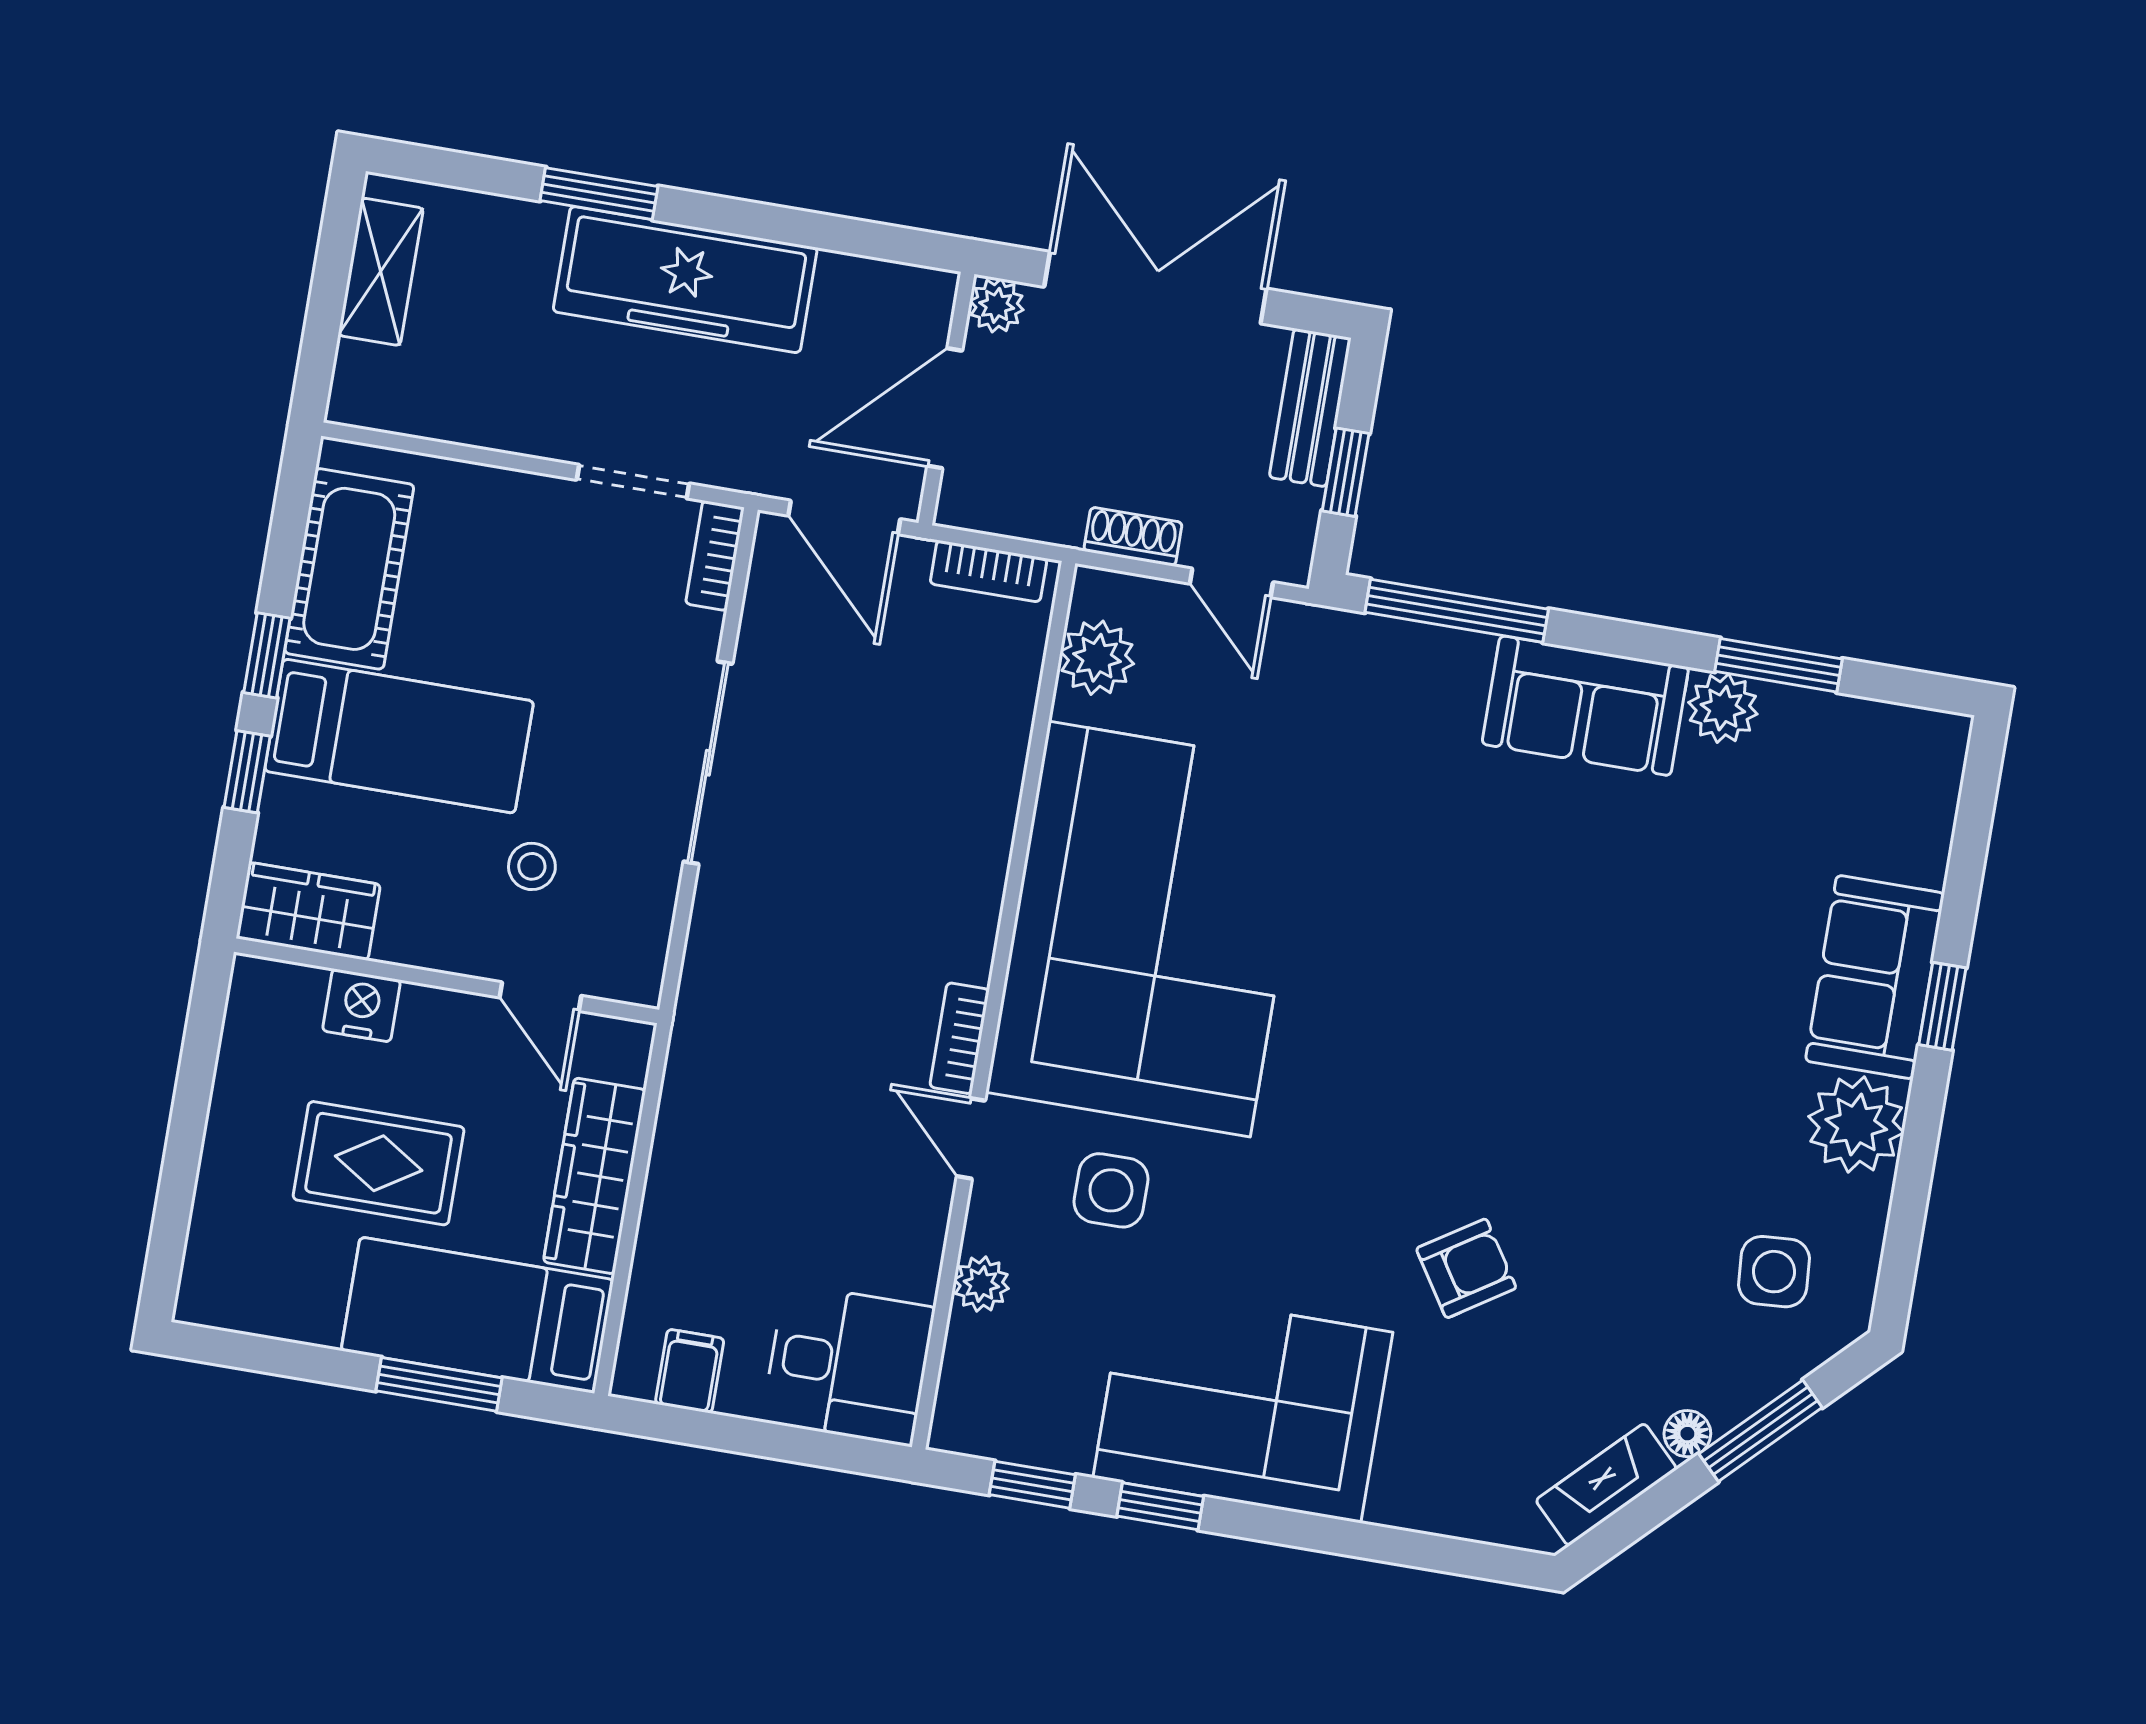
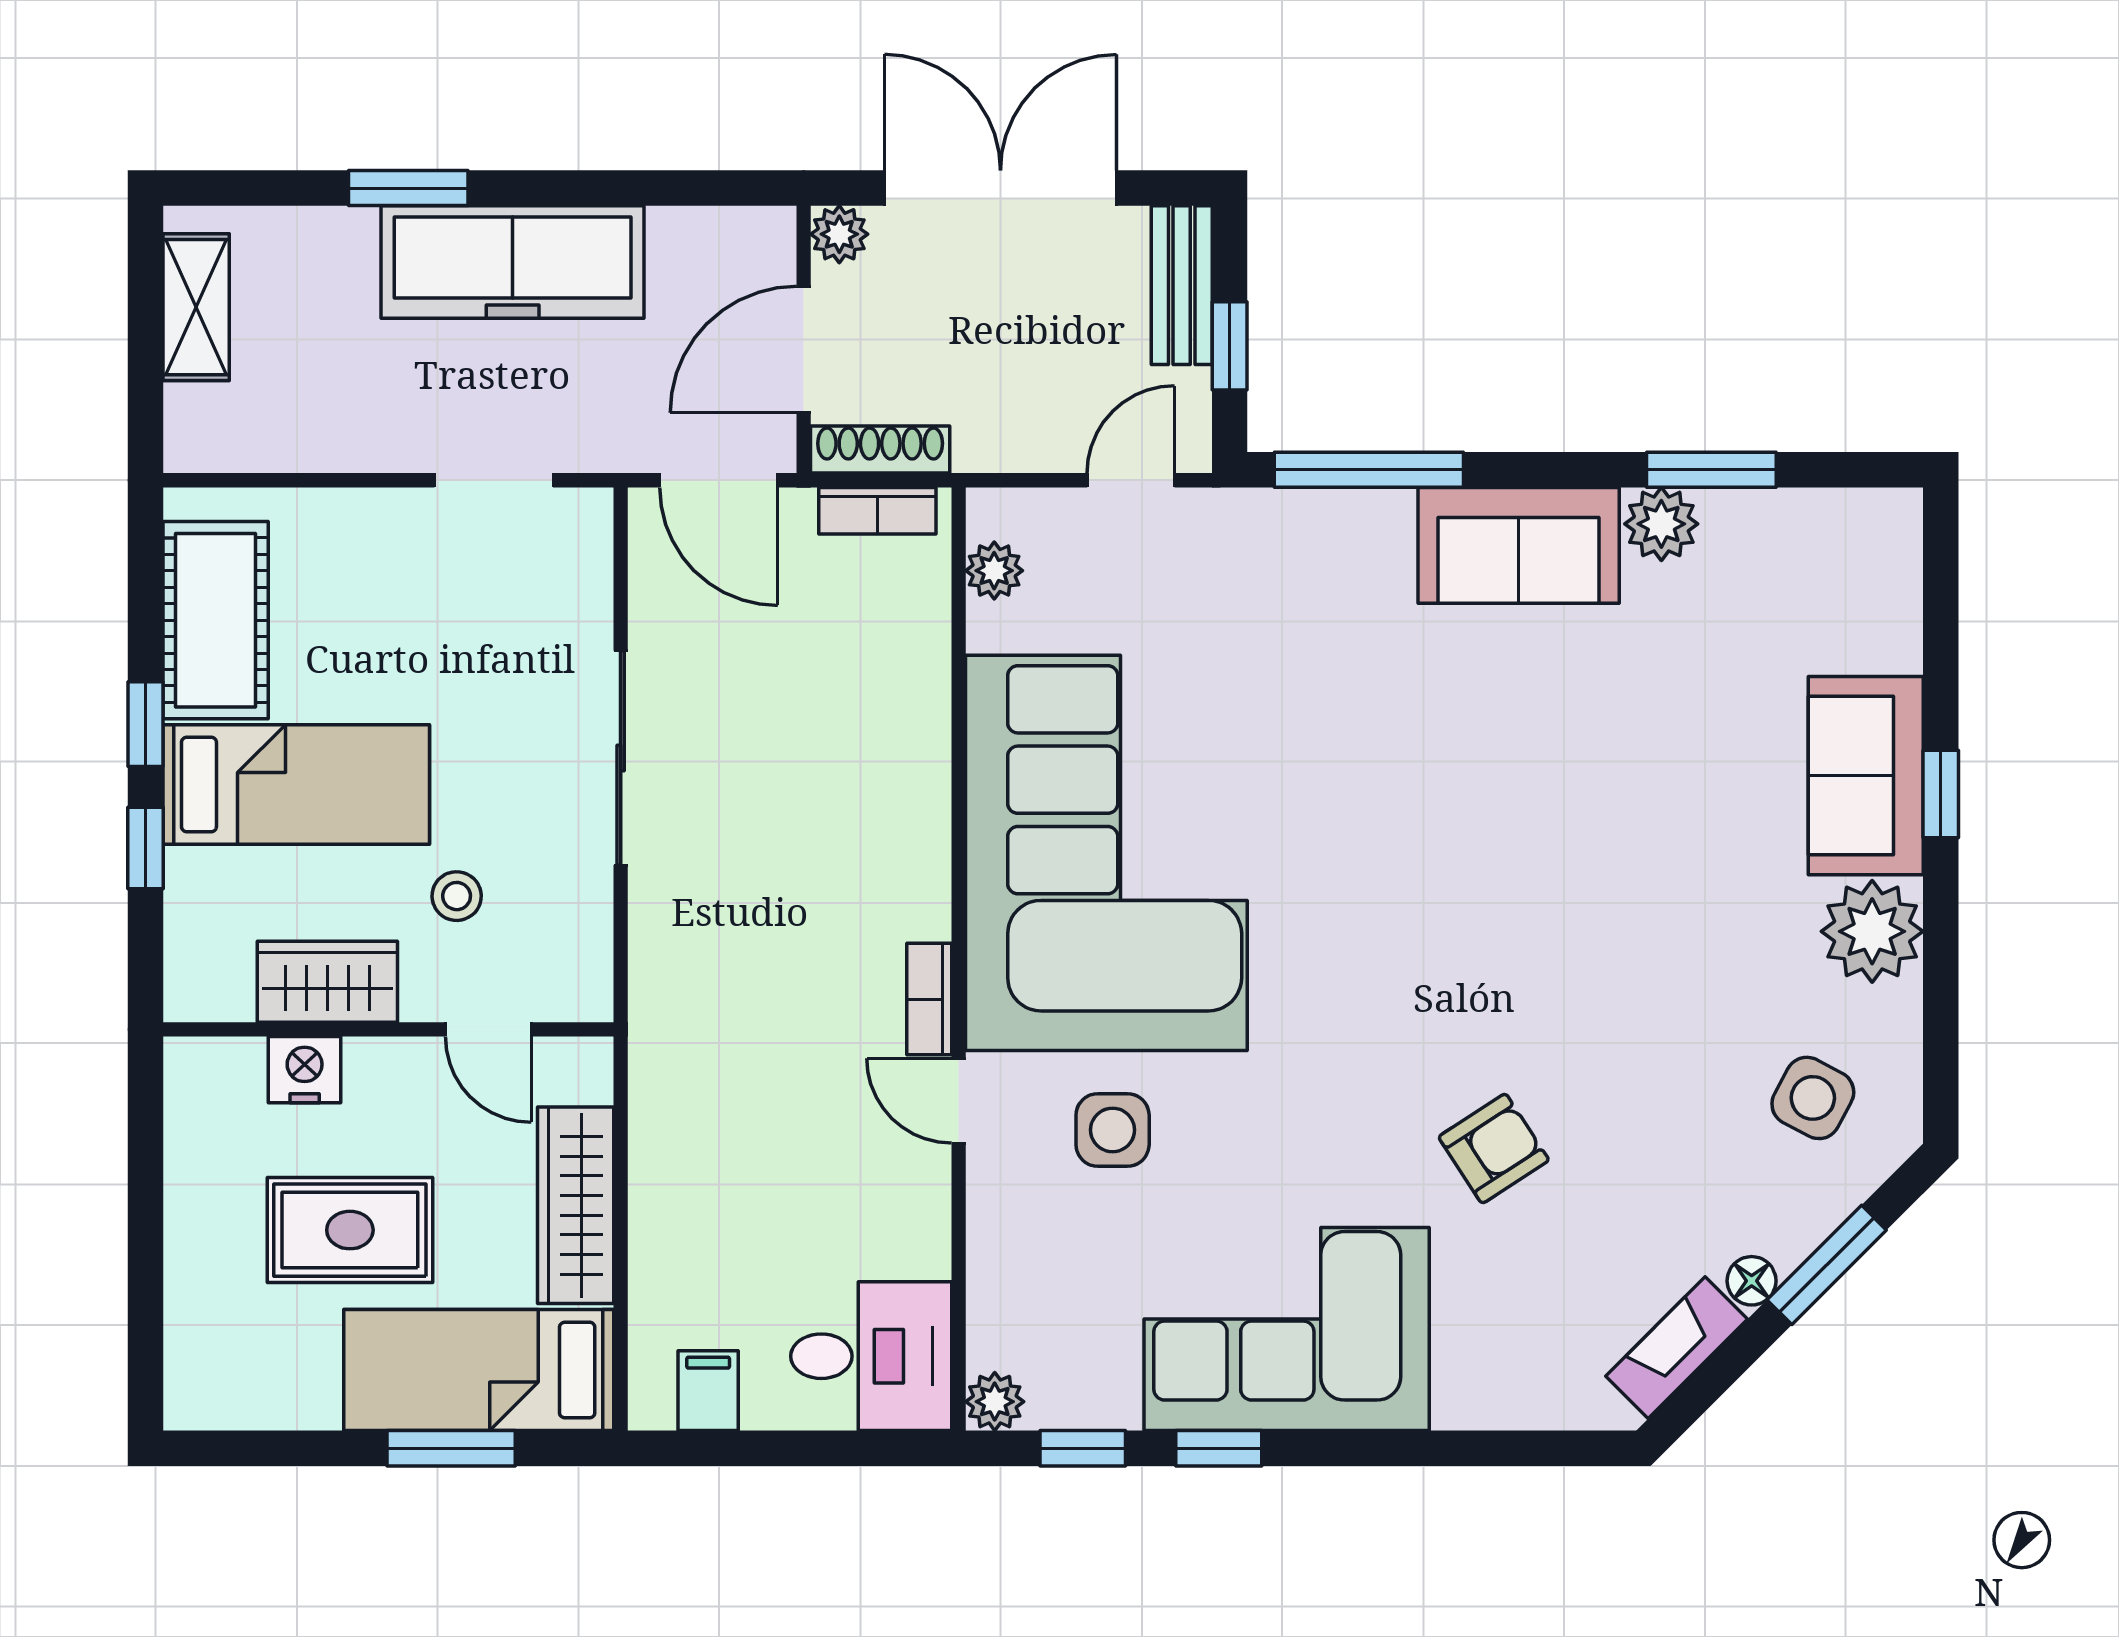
shoe rack: (1133, 537) -> (880, 450), moved, width x1.43
bookcase: (715, 556) -> (592, 542), removed
door: (1231, 583) -> (1131, 480), swing flipped
plant: (1097, 658) -> (994, 571), width x0.73, depth x0.73
wardrobe: (308, 911) -> (327, 982), moved
side table: (1774, 1272) -> (1813, 1098), turned 32
plant: (981, 1284) -> (995, 1402), moved

